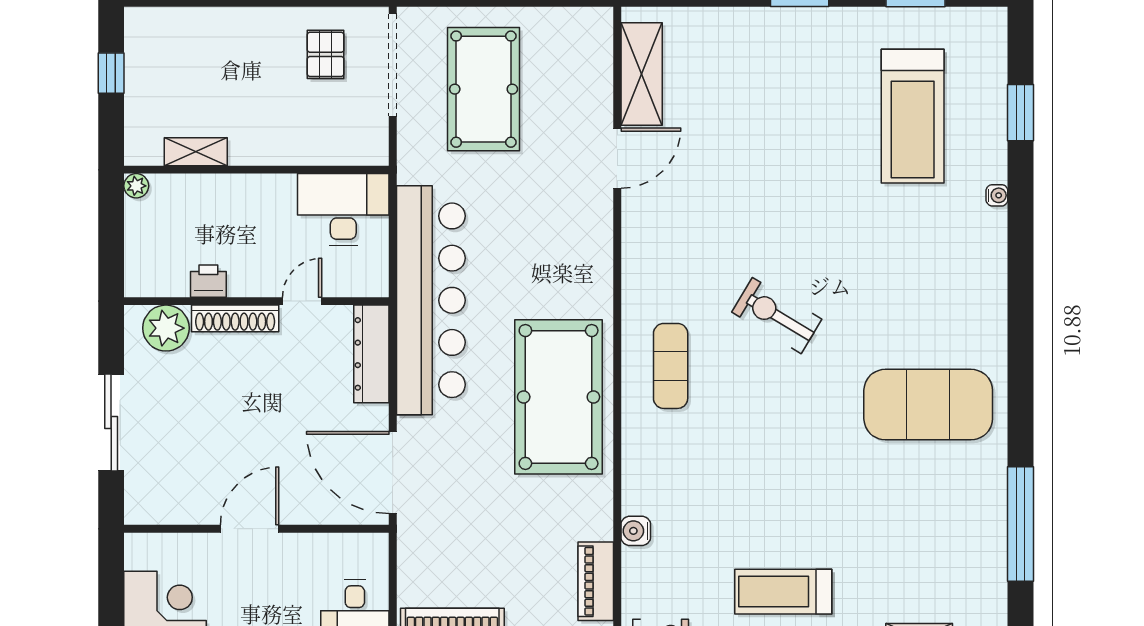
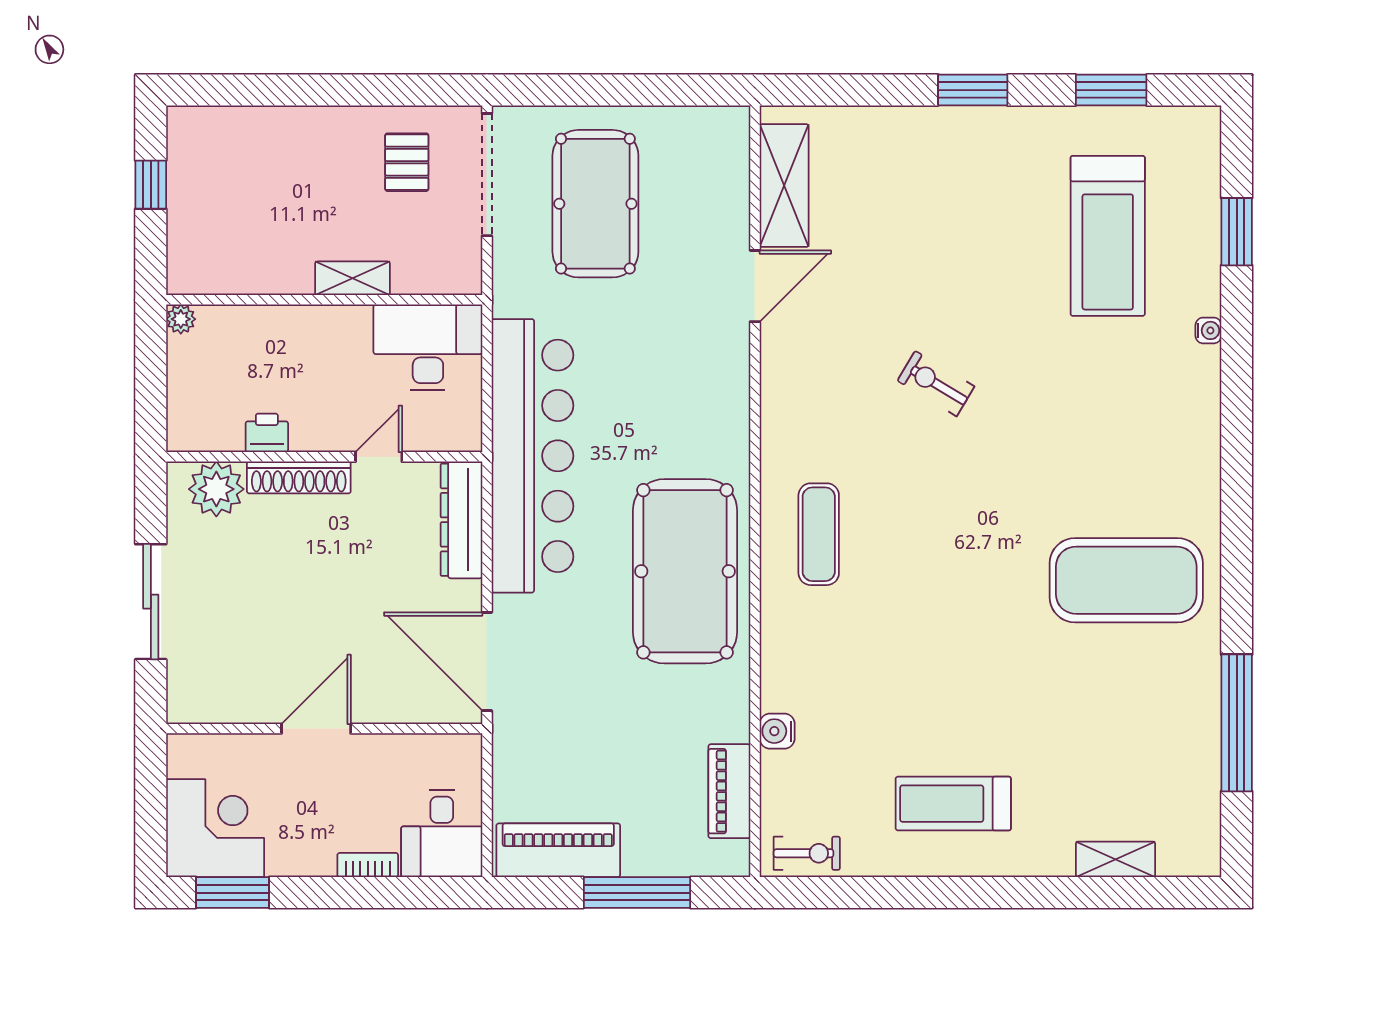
shelving: (196, 152) -> (353, 278), moved
exercise bike: (777, 316) -> (936, 384), moved, width x0.73, depth x0.72

